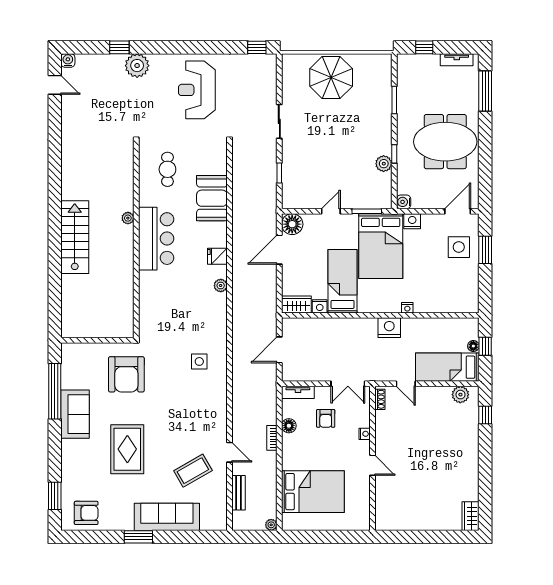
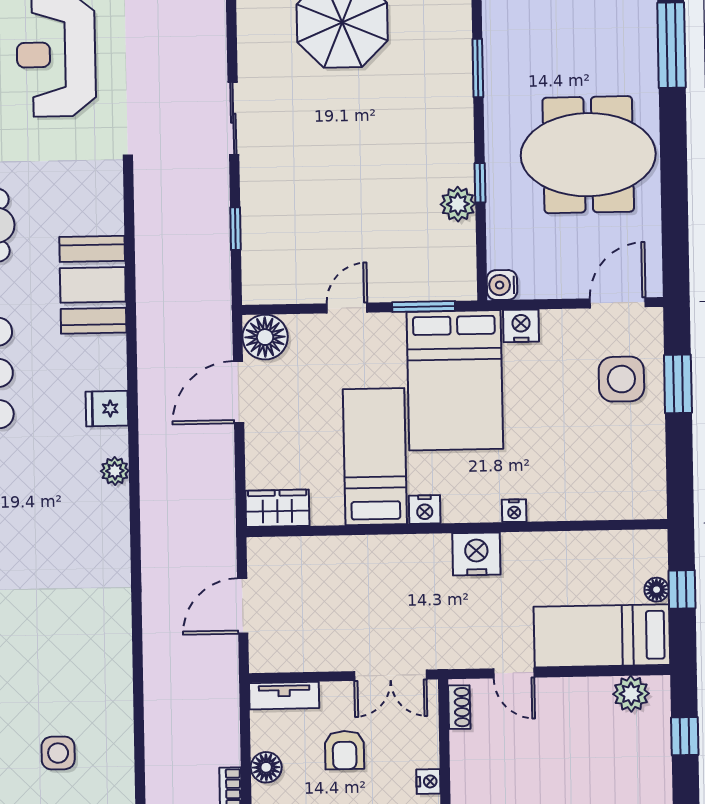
nightstand: (320, 306) -> (425, 509), moved
side table: (199, 361) -> (58, 753), moved

